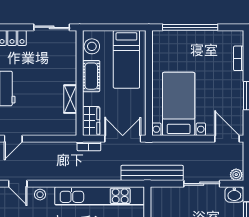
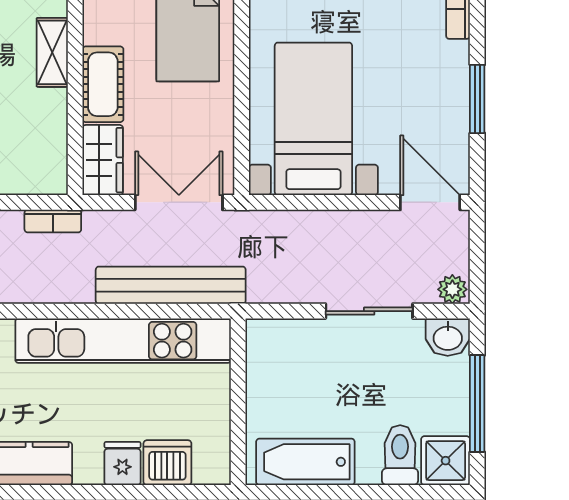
cot: (91, 76) -> (103, 84), moved
shelving: (70, 99) -> (52, 52), moved
bookcase: (89, 146) -> (53, 221), moved
bench: (152, 173) -> (171, 285), moved

